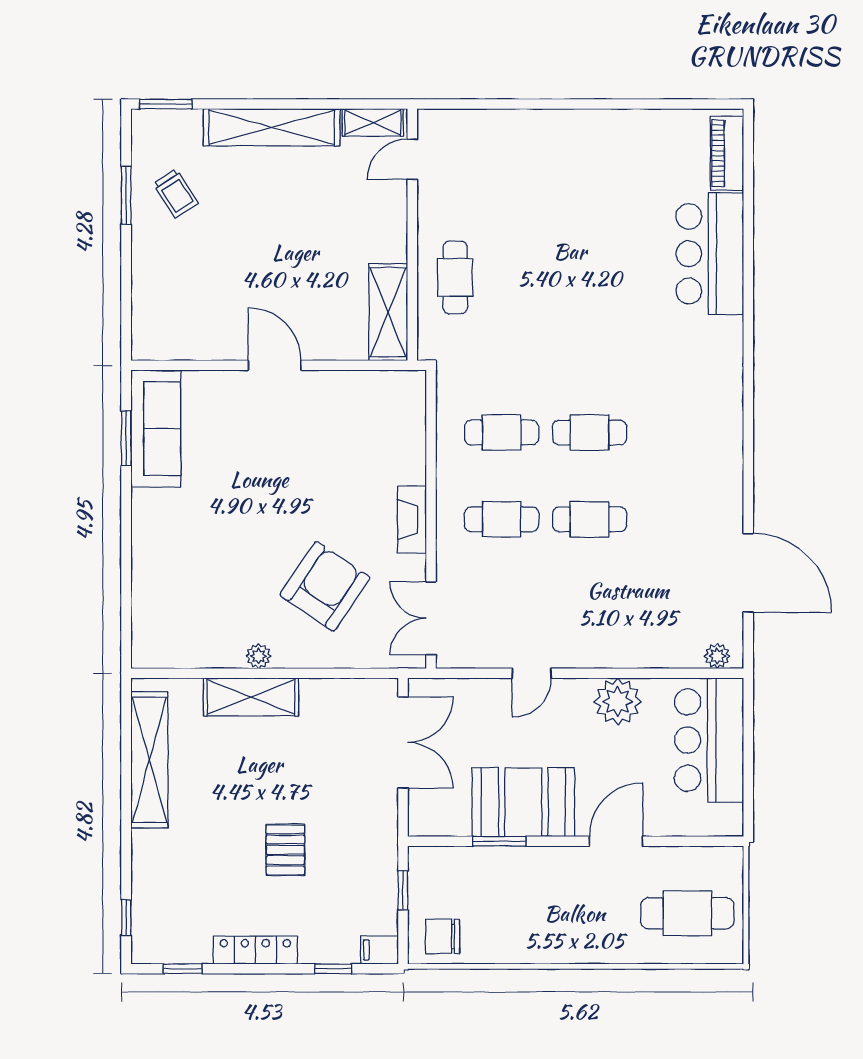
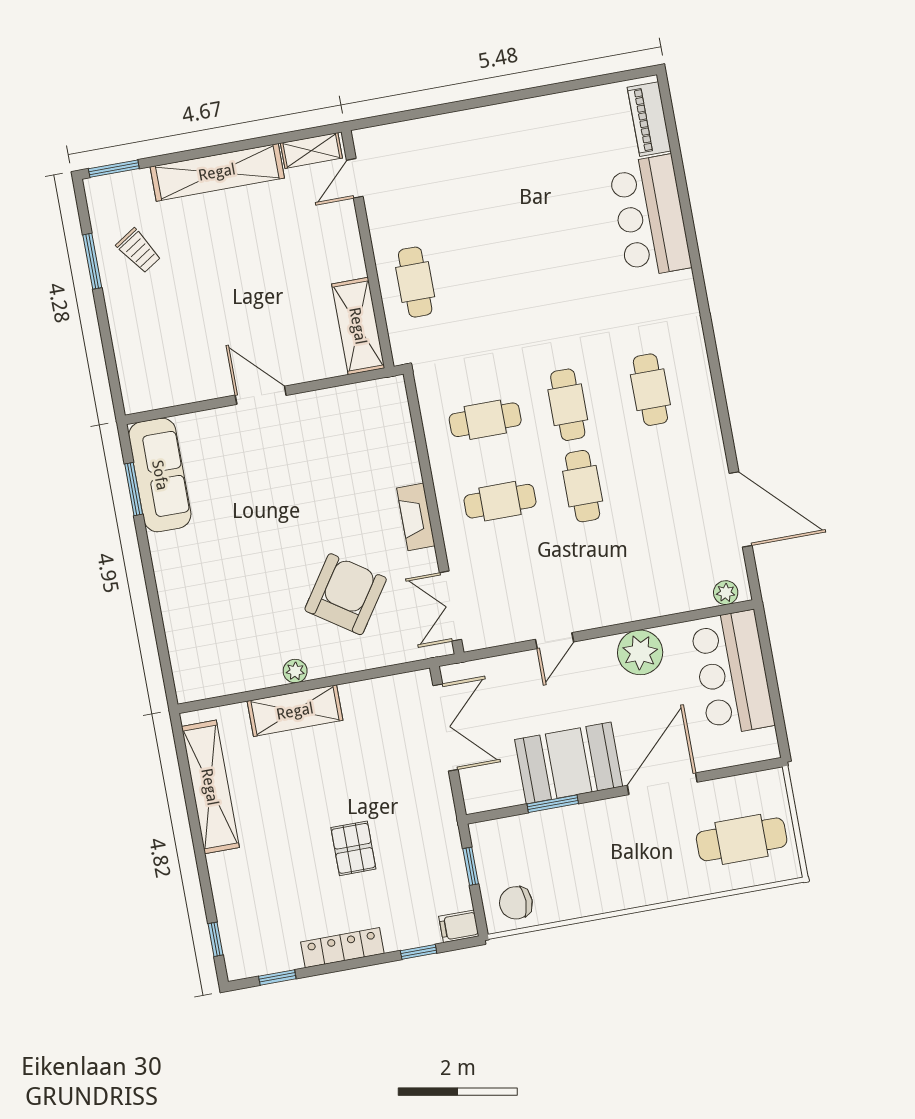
cafe table: (590, 433) -> (568, 405), turned 90
cafe table: (678, 433) -> (650, 390), added
cafe table: (590, 519) -> (583, 486), turned 90
door: (616, 841) -> (662, 784), width x1.36

